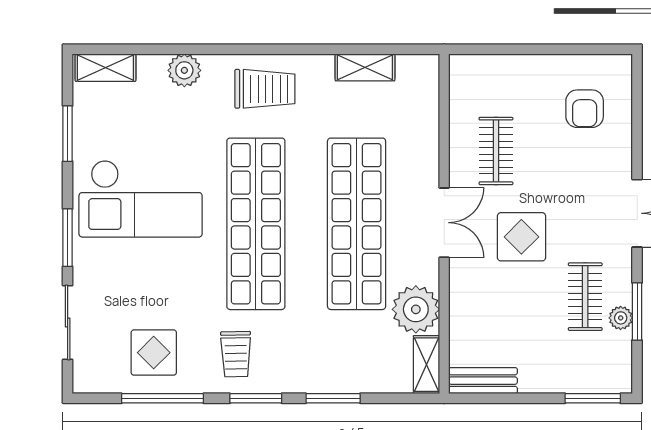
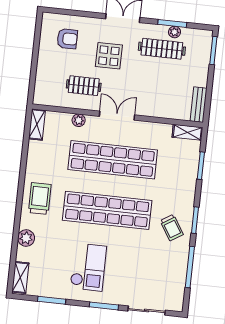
shelving: (365, 67) -> (37, 125), moved
checkout: (141, 199) -> (88, 267), width x0.73, depth x0.83
display table: (521, 237) -> (109, 56), moved
clothes rail: (585, 297) -> (162, 49), width x1.36
plant: (416, 309) -> (79, 120), moved, width x0.53, depth x0.53
display table: (154, 353) -> (166, 269), removed
trolley: (236, 354) -> (172, 228), turned 59
window: (333, 398) -> (201, 166), moved

